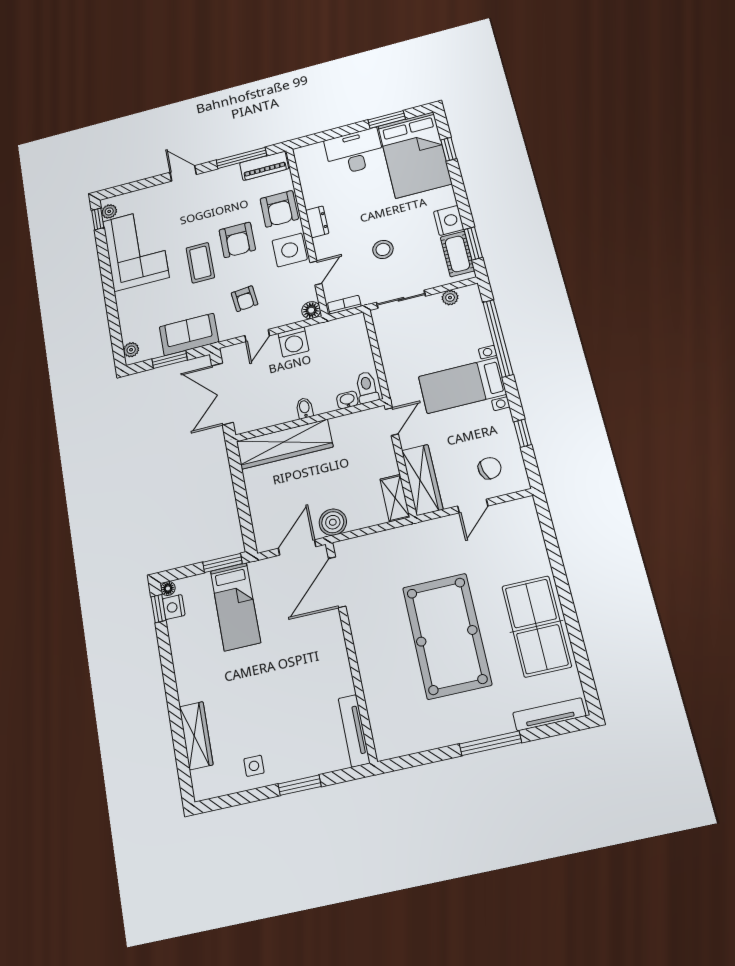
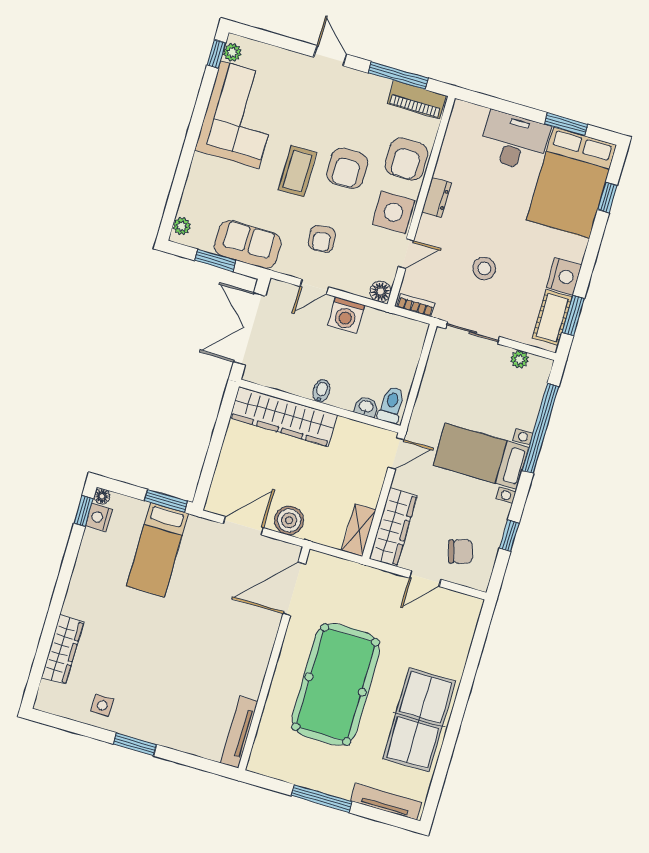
door: (337, 582) -> (294, 589), moved
wall: (351, 650) -> (274, 658), moved
tv unit: (354, 731) -> (239, 732), moved

